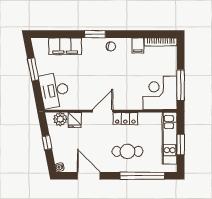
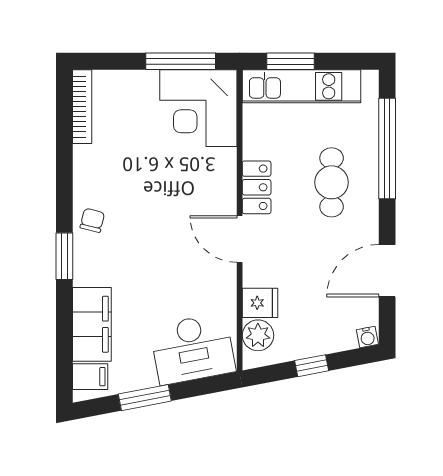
filing cabinet: (138, 45) -> (90, 377), moved
window: (181, 144) -> (291, 61), moved

